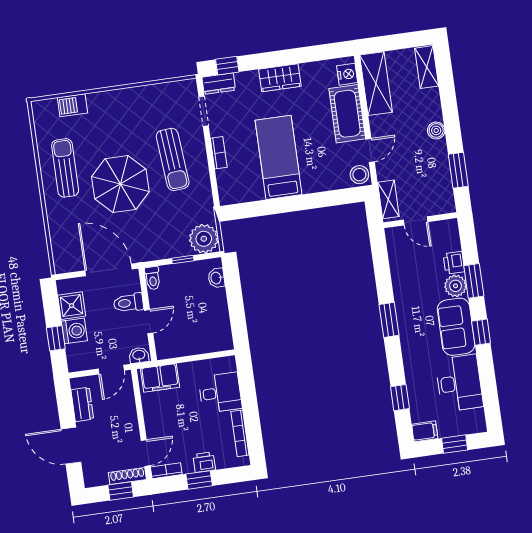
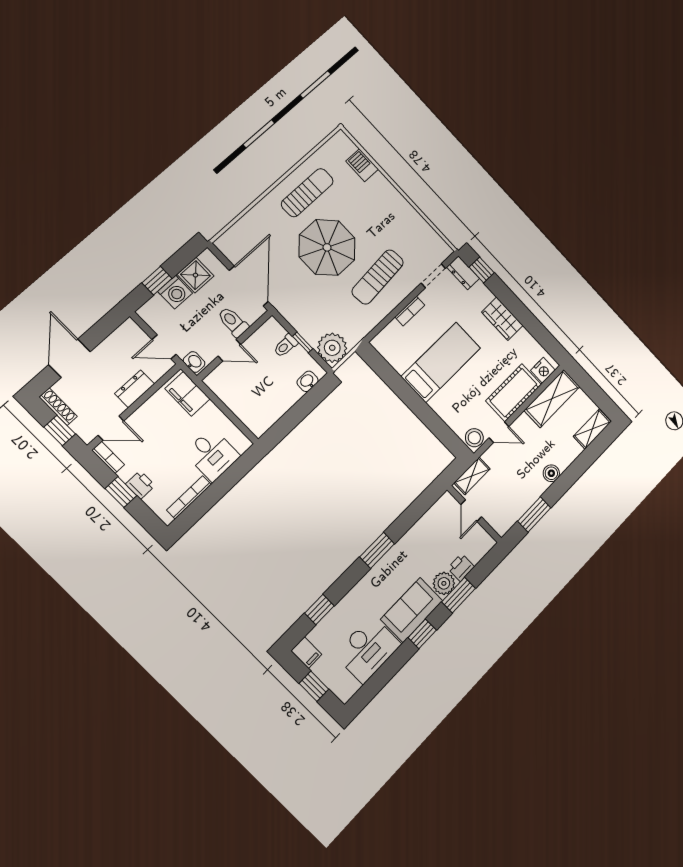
toilet: (153, 278) -> (286, 346), moved
dresser: (82, 404) -> (135, 389), moved, turned 180
shoe rack: (127, 476) -> (58, 407), moved

